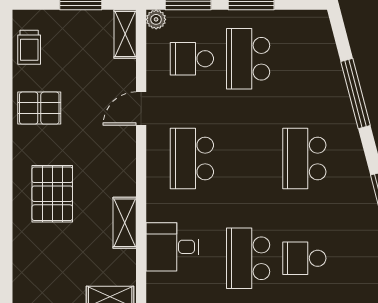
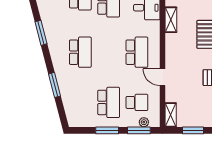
plant: (156, 19) -> (144, 122), moved
window: (356, 93) -> (55, 85), width x0.69
door: (141, 109) -> (162, 77), swing flipped

